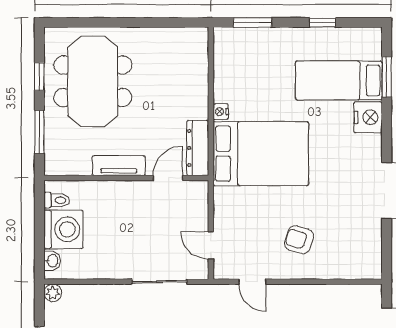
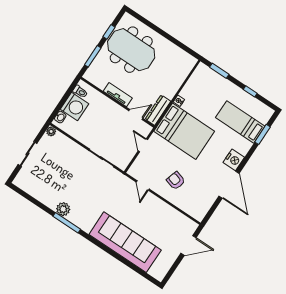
meeting table: (93, 81) -> (131, 50), turned 90
nightstand: (368, 117) -> (234, 160), moved
door: (211, 245) -> (143, 145), moved

